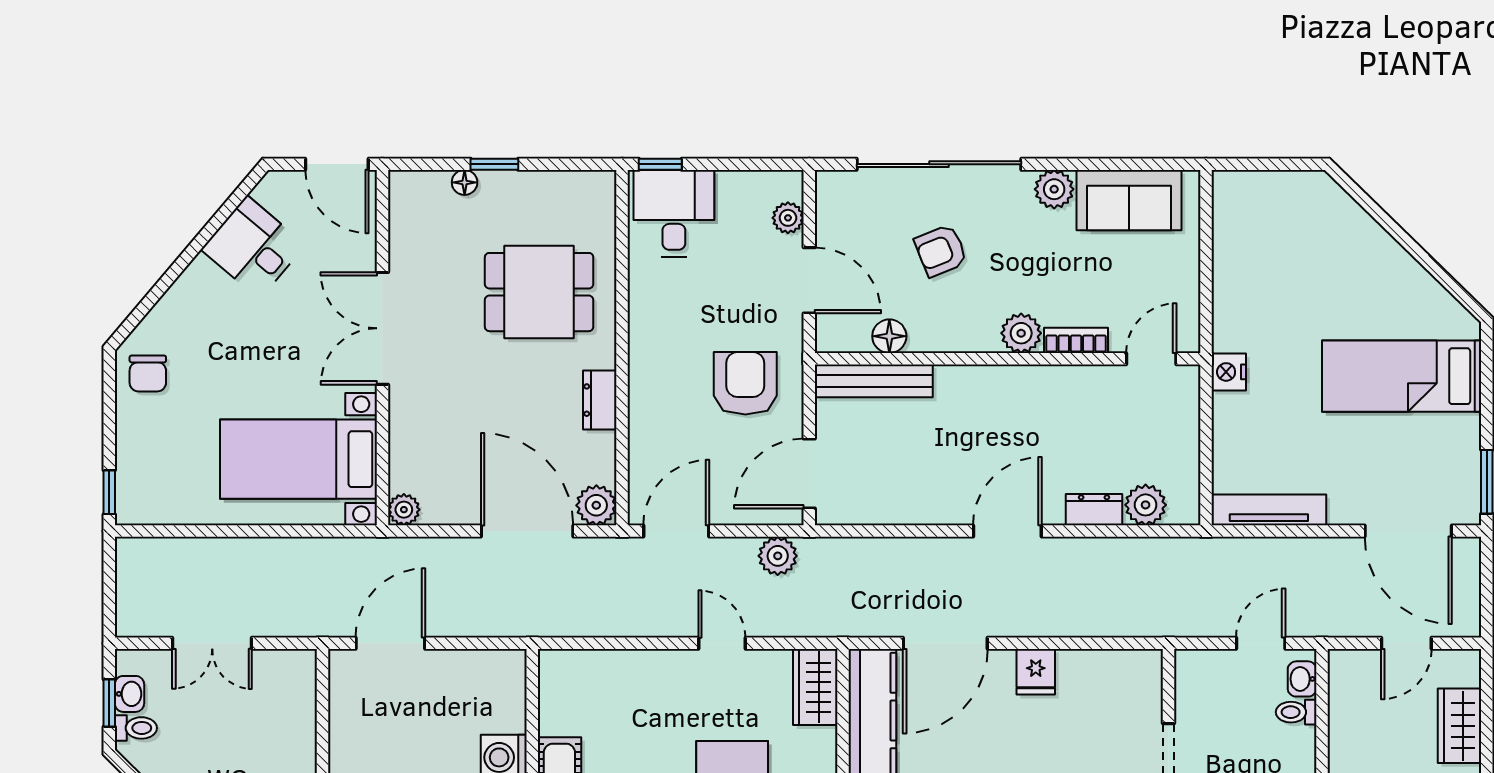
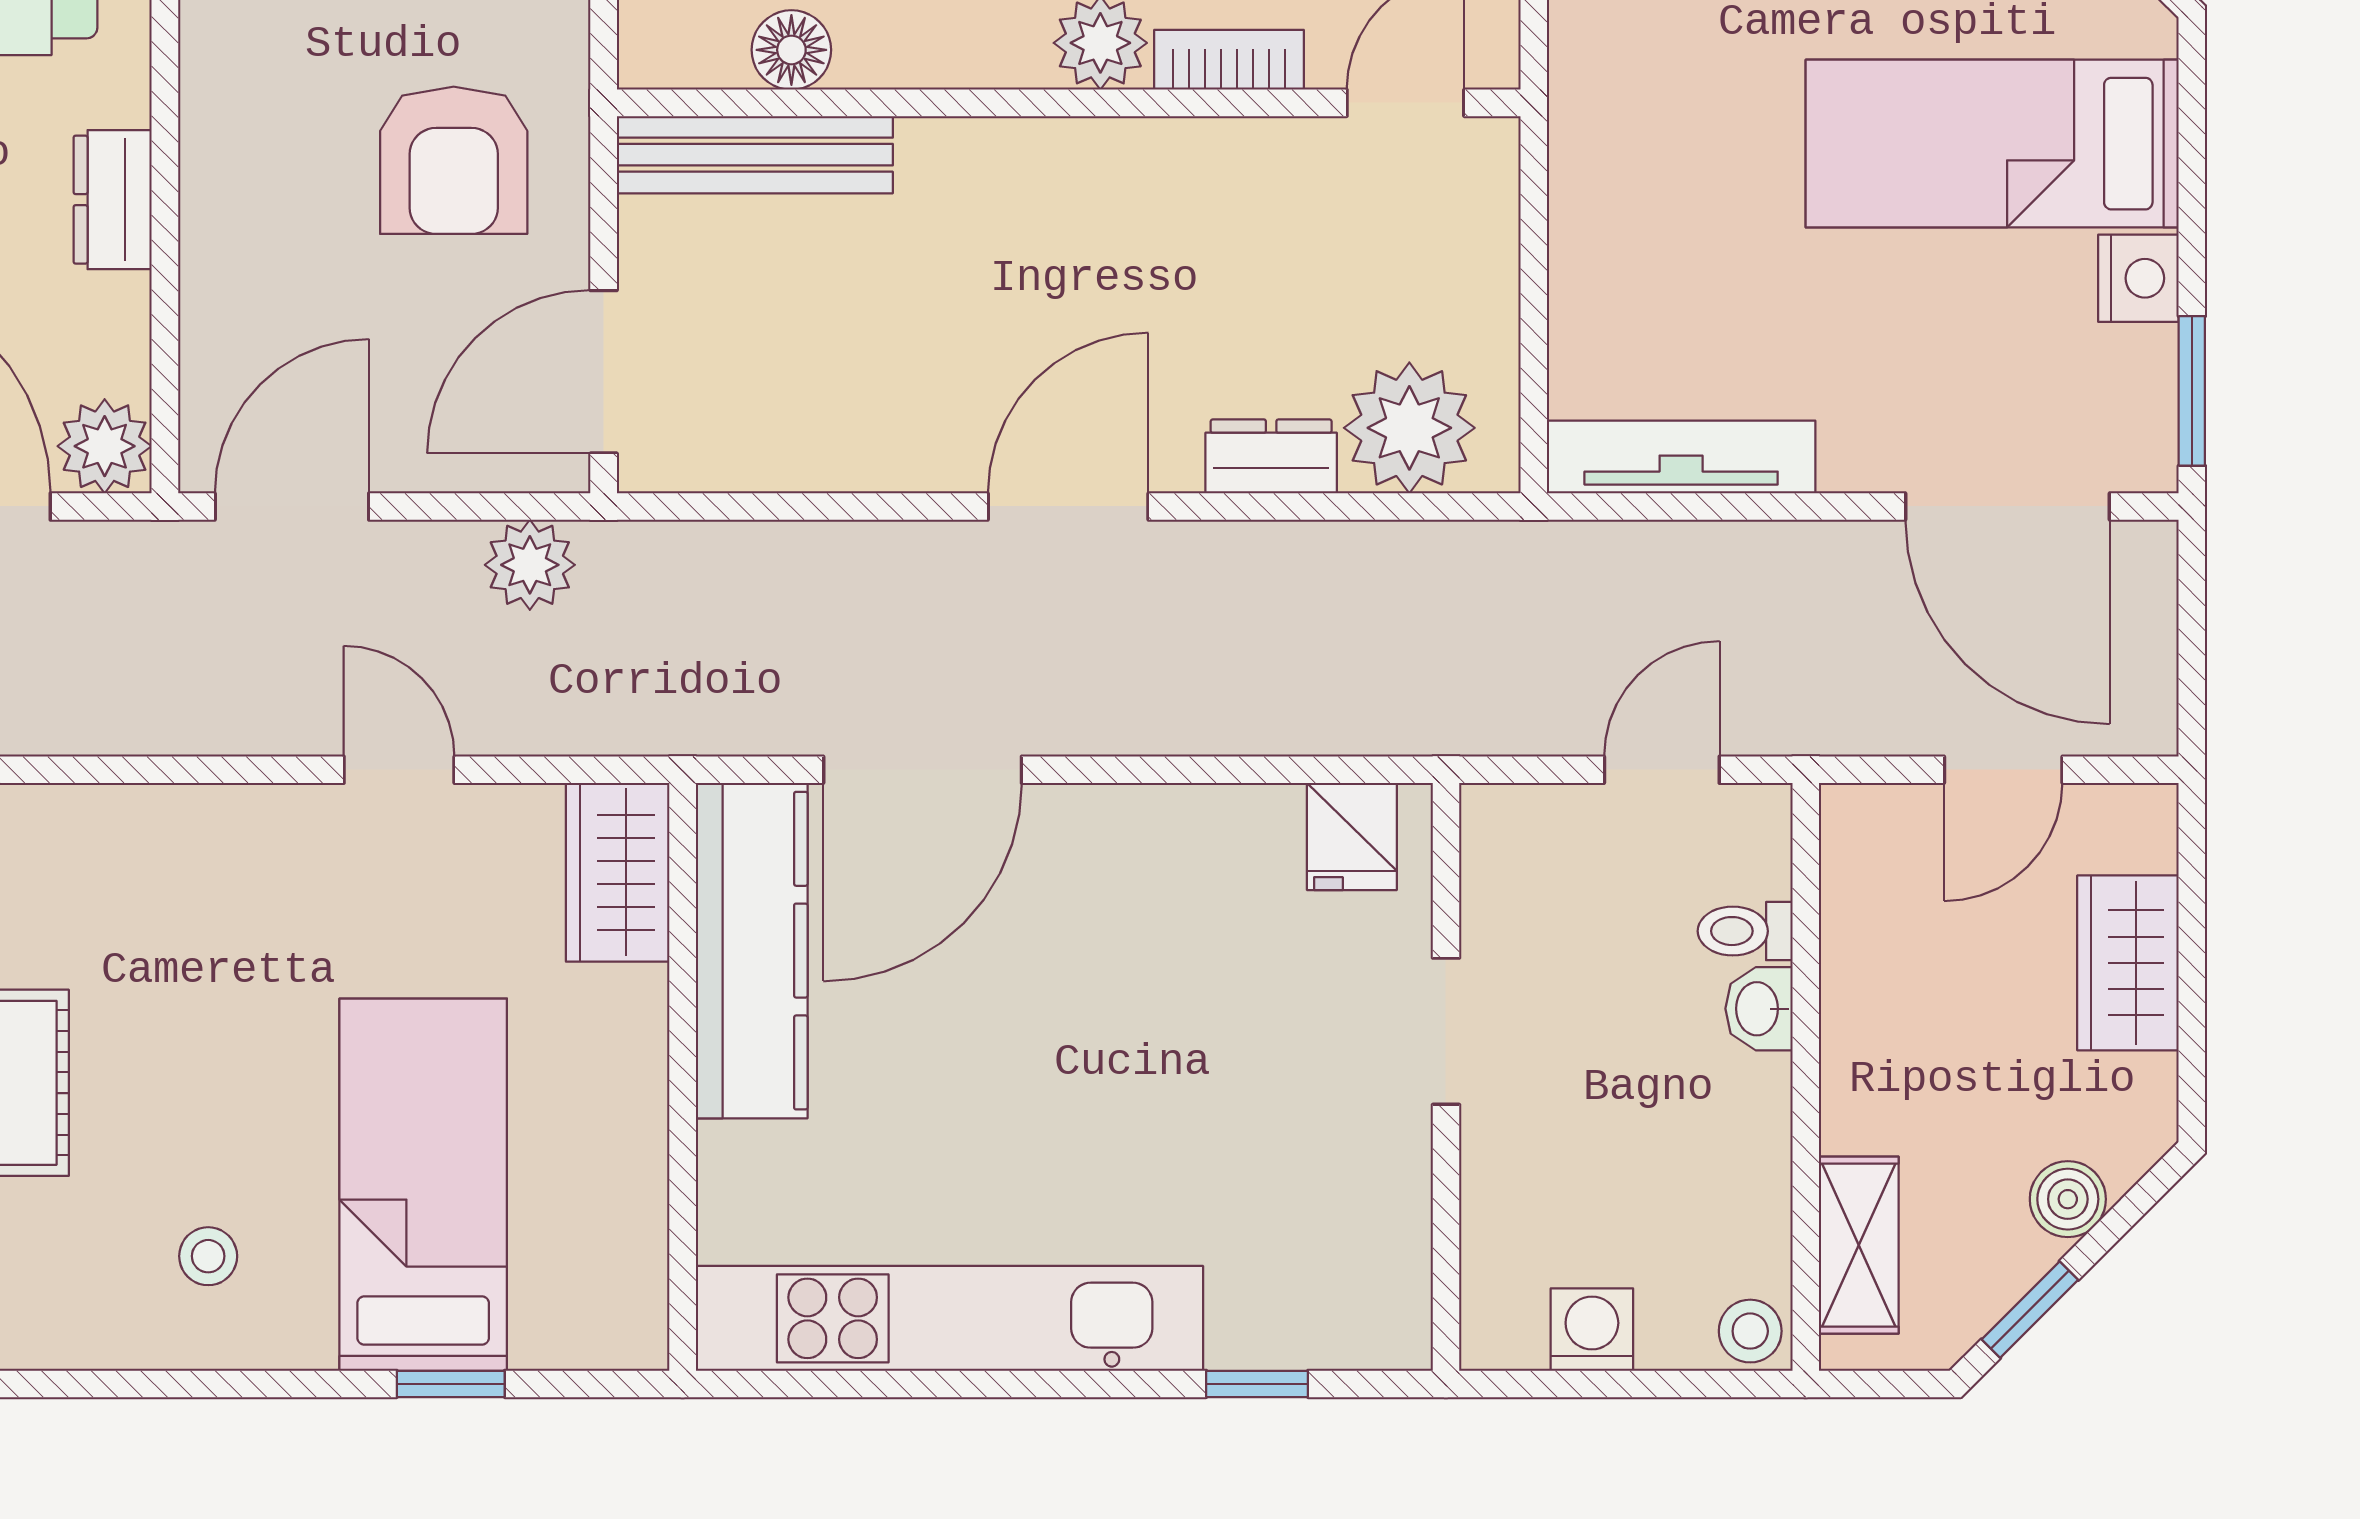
nightstand: (1229, 372) -> (2138, 278), moved, turned 180
armchair: (745, 383) -> (454, 160), turned 180
plant: (1146, 505) -> (1409, 428), width x1.36, depth x1.36
fridge: (1036, 672) -> (1352, 836), moved
washbasin: (1302, 679) -> (1759, 1009), moved

